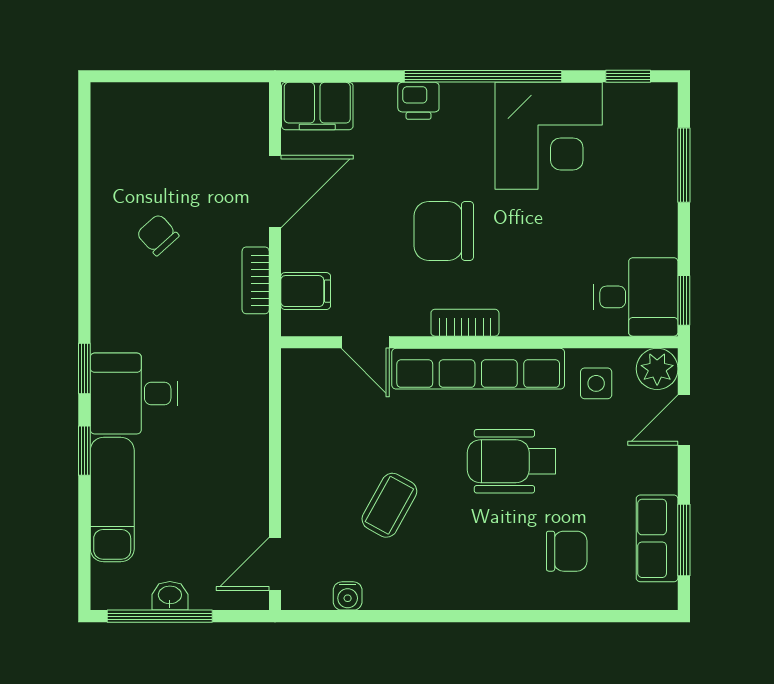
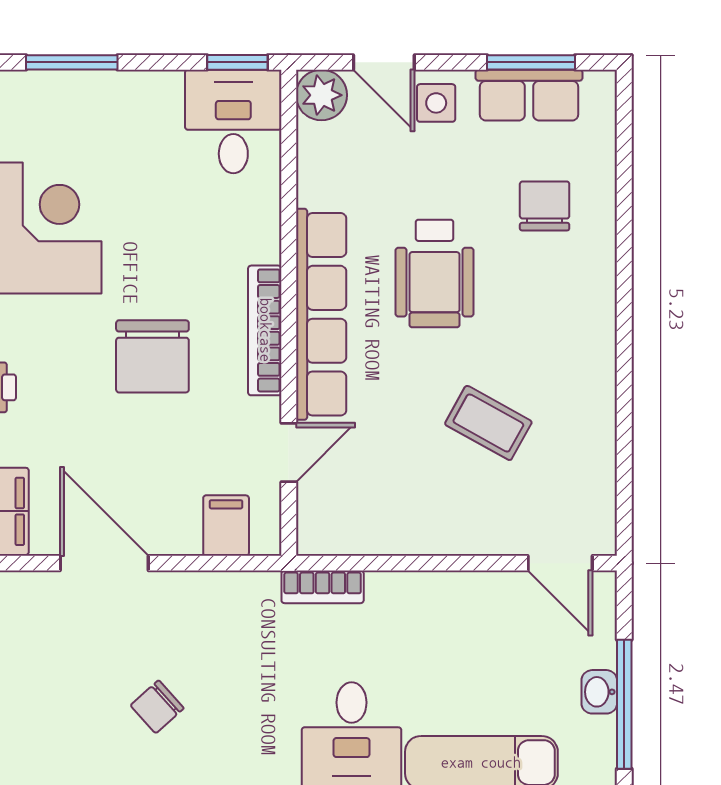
bookcase: (256, 280) -> (323, 587), moved
bookcase: (465, 323) -> (265, 330), width x1.56
side table: (596, 383) -> (436, 103), moved
water cooler: (348, 596) -> (600, 474), removed

